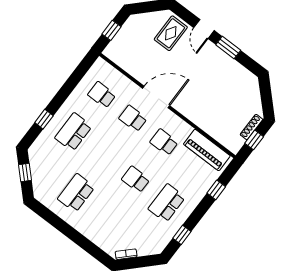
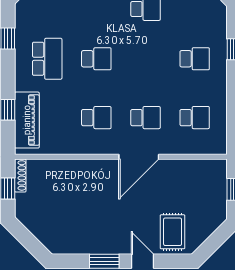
shoe rack: (251, 127) -> (20, 175), moved
school desk: (73, 132) -> (195, 59), width x0.54
piano: (207, 150) -> (27, 120), moved, turned 90

